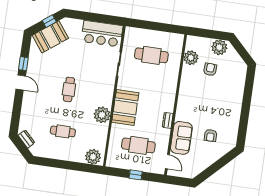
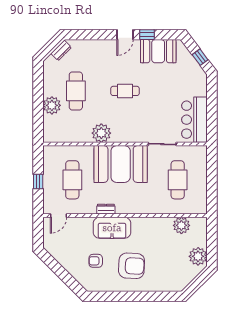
booth: (50, 37) -> (158, 51), moved, turned -53
armchair: (210, 69) -> (132, 266), moved, width x1.88, depth x1.88
booth: (125, 108) -> (121, 164), width x1.36, depth x1.42
cafe table: (63, 131) -> (76, 91), width x1.37, depth x1.35
sofa: (181, 138) -> (112, 228), moved
plant: (93, 157) -> (52, 105), moved

